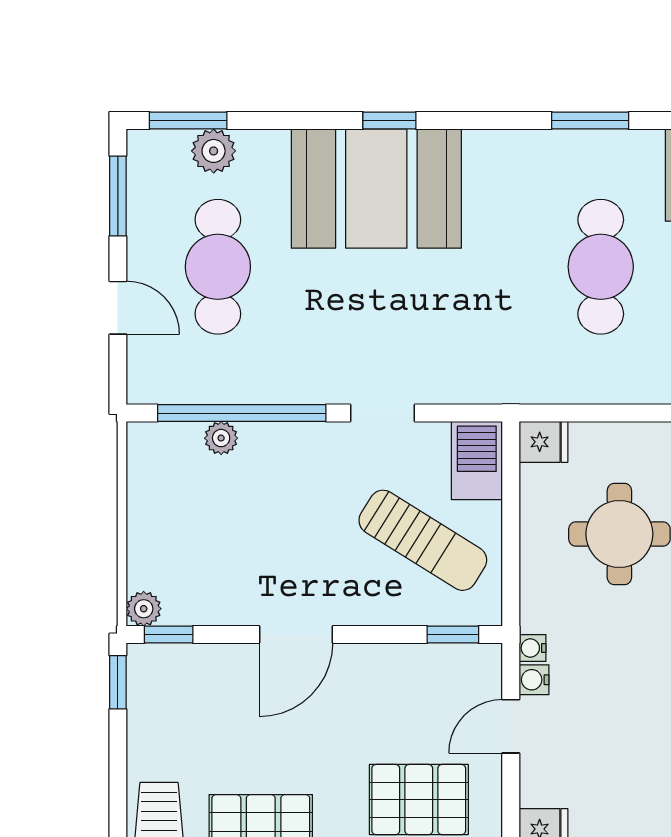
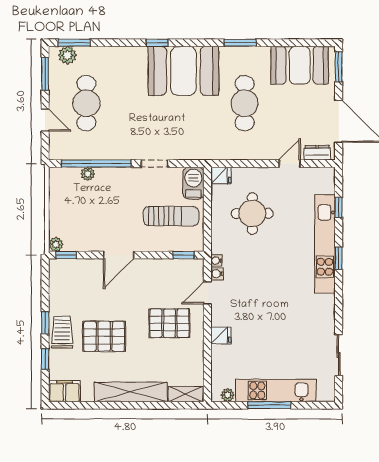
plant: (214, 151) -> (67, 55), moved
booth: (376, 189) -> (183, 71), moved
sun lounger: (423, 540) -> (171, 216), turned -32
window: (118, 682) -> (45, 323), moved

